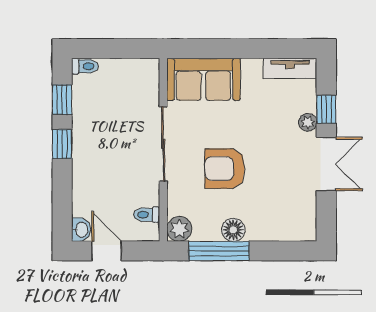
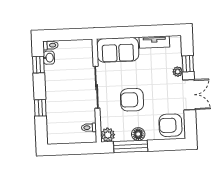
tv unit: (290, 68) -> (154, 42), moved
window: (62, 144) -> (40, 108), moved
armchair: (291, 216) -> (170, 125), added
washbasin: (81, 230) -> (49, 58), moved
door: (107, 251) -> (67, 149), removed

